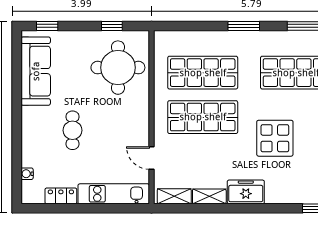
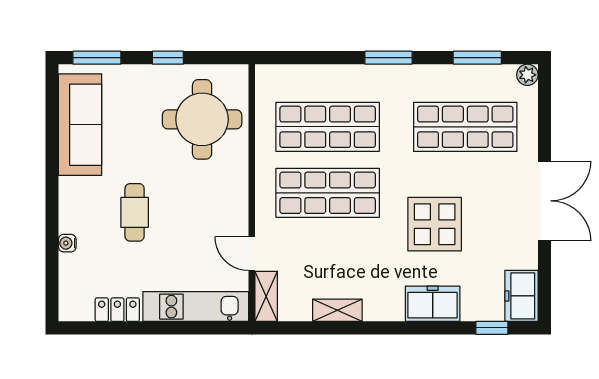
window: (47, 26) -> (97, 58), width x1.50
window: (112, 26) -> (168, 58), moved
water cooler: (27, 174) -> (67, 243), moved
freezer: (246, 192) -> (433, 304), moved
shelving: (174, 196) -> (266, 296), moved, turned 90

